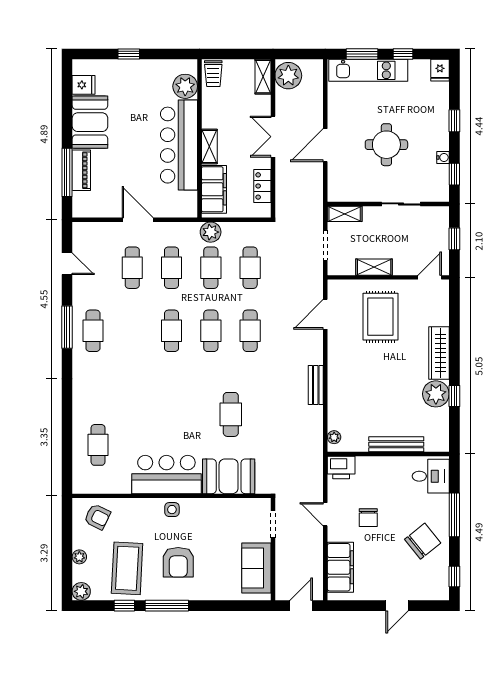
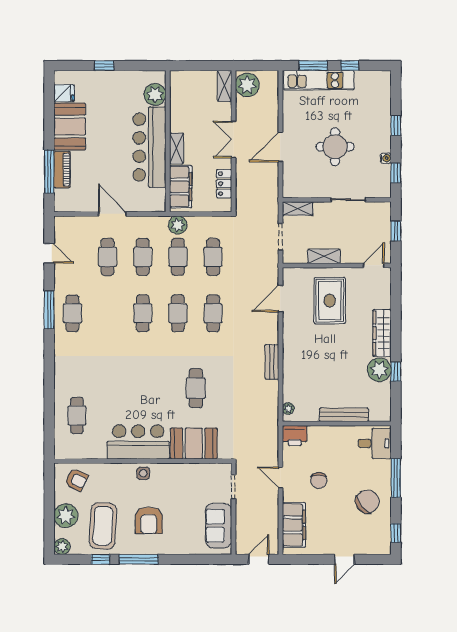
fridge: (440, 70) -> (383, 80), removed
trolley: (213, 74) -> (180, 83), removed
plant: (79, 557) -> (66, 516), width x1.88, depth x1.88

